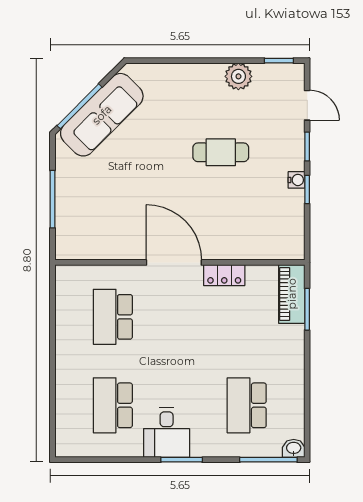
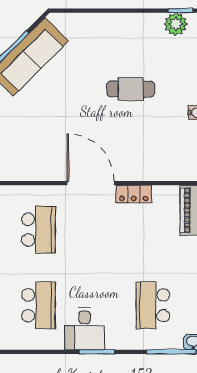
plant: (238, 76) -> (176, 24), moved
school desk: (113, 317) -> (38, 230), turned 180
school desk: (113, 405) -> (38, 305), turned 180

